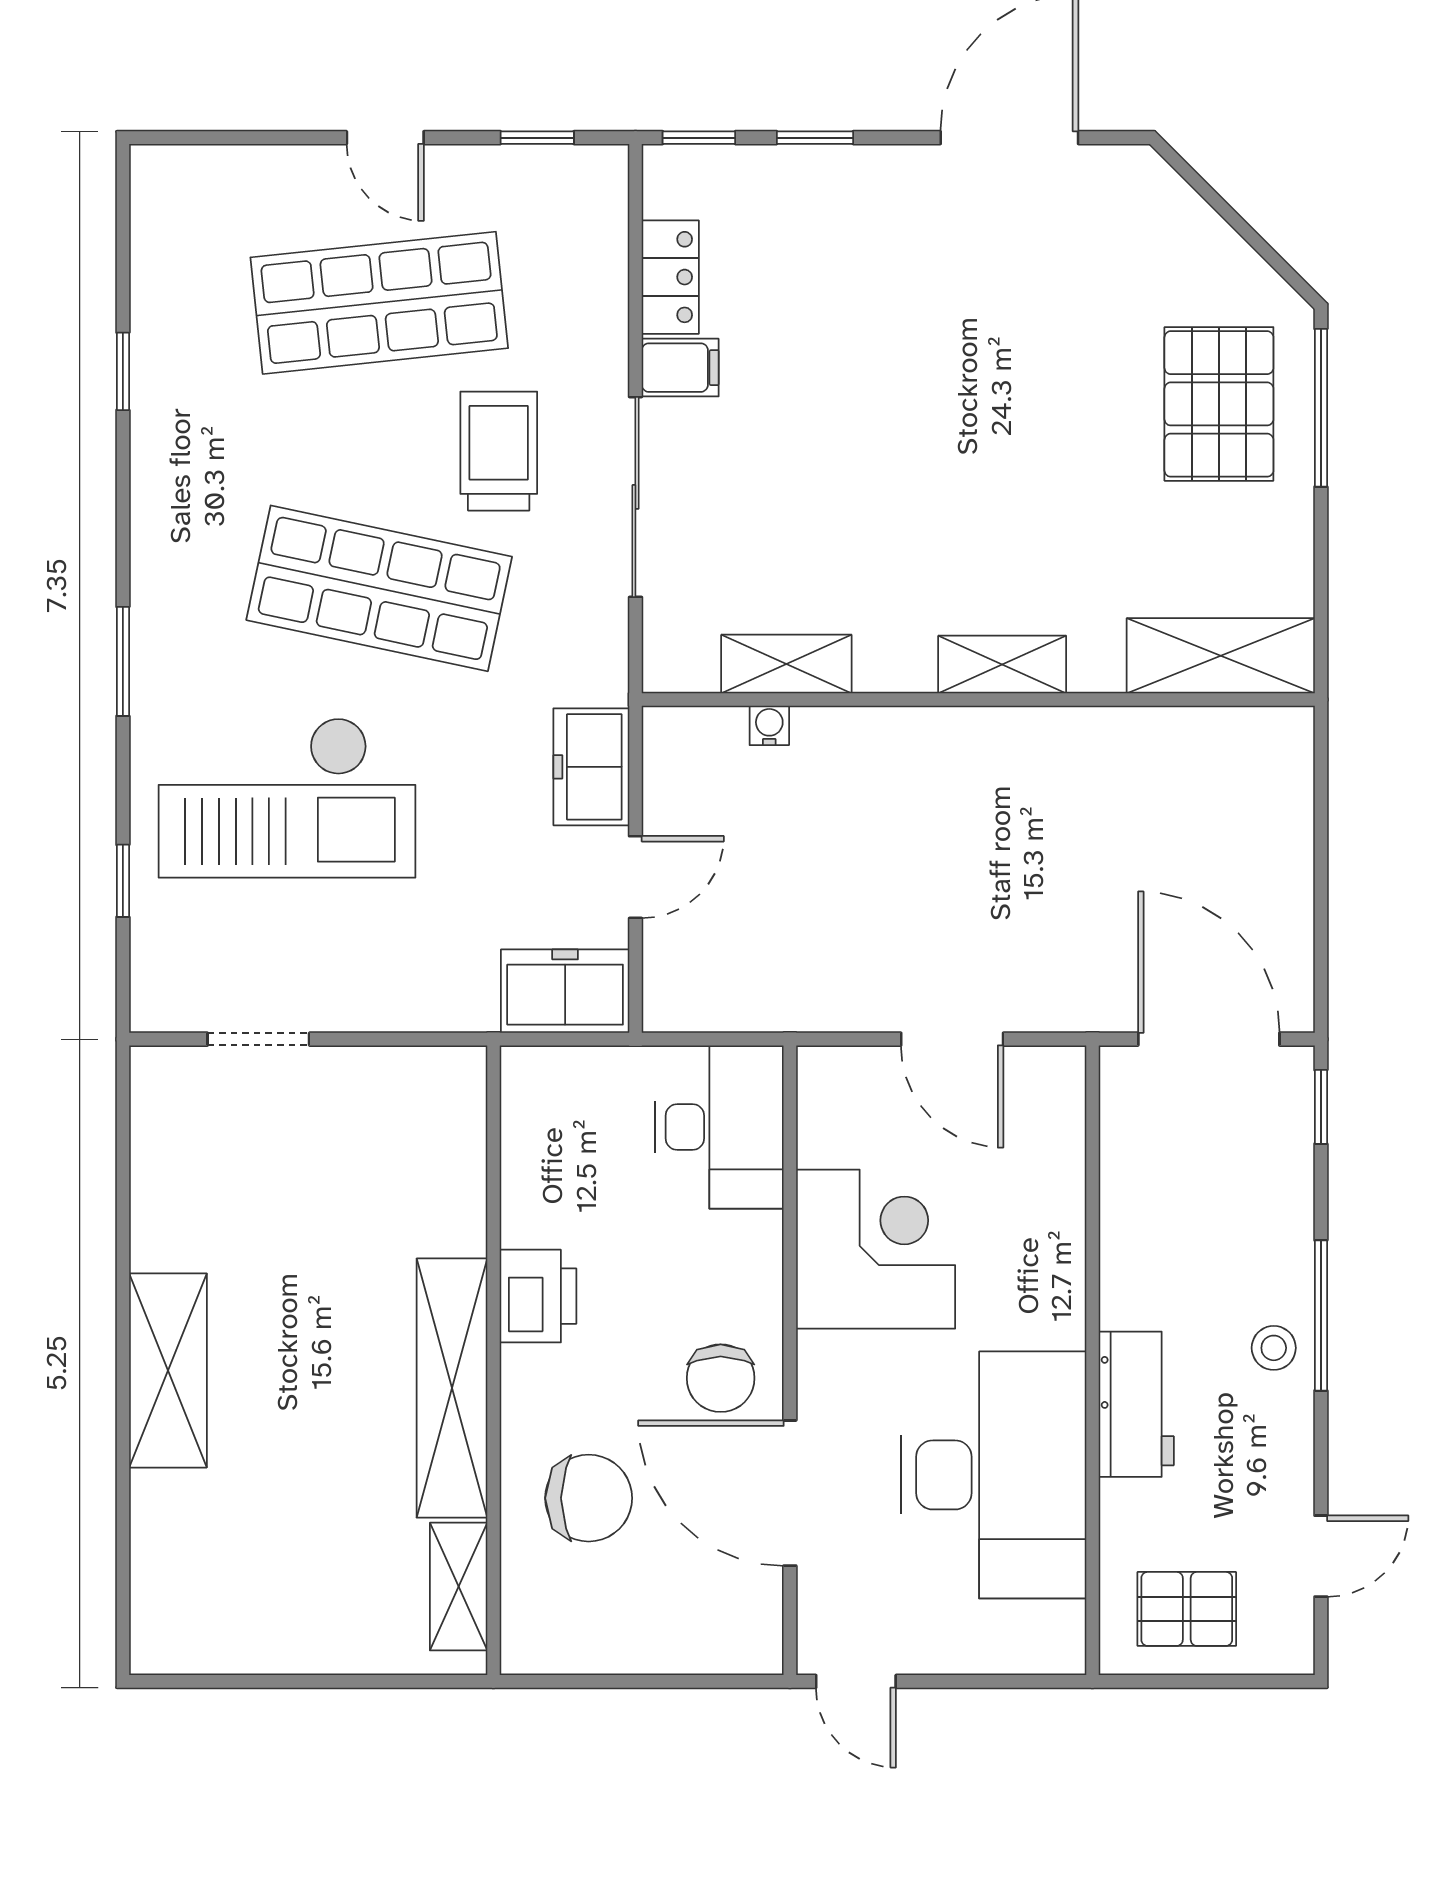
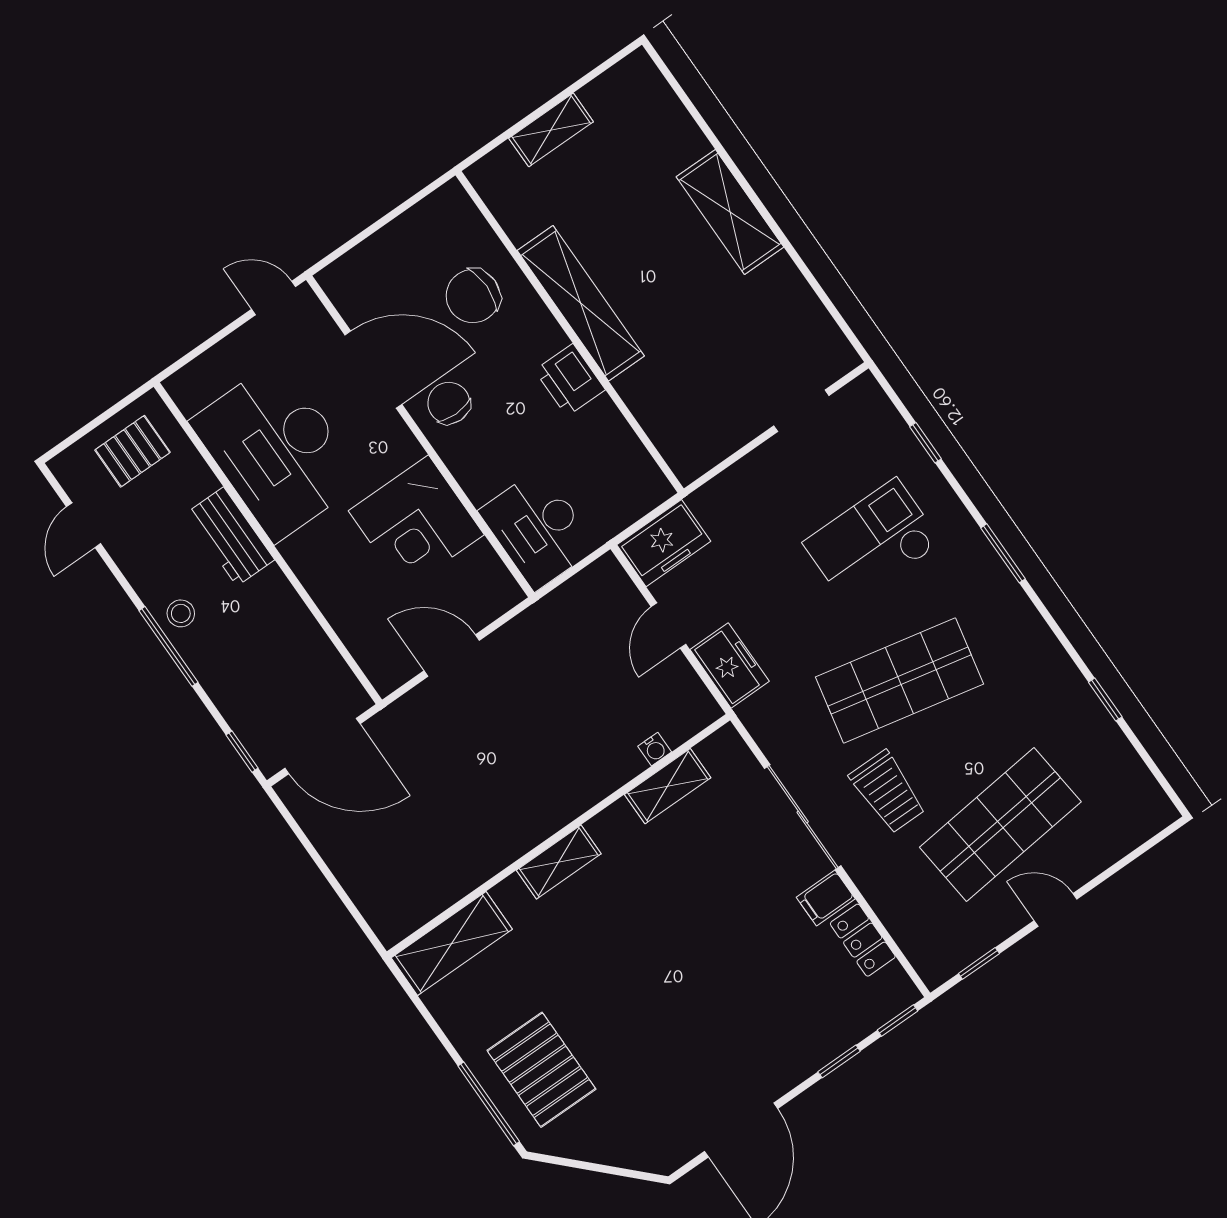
checkout: (287, 798) -> (872, 543), width x0.73, depth x0.83
shelving: (459, 1587) -> (551, 130), moved, turned 90

